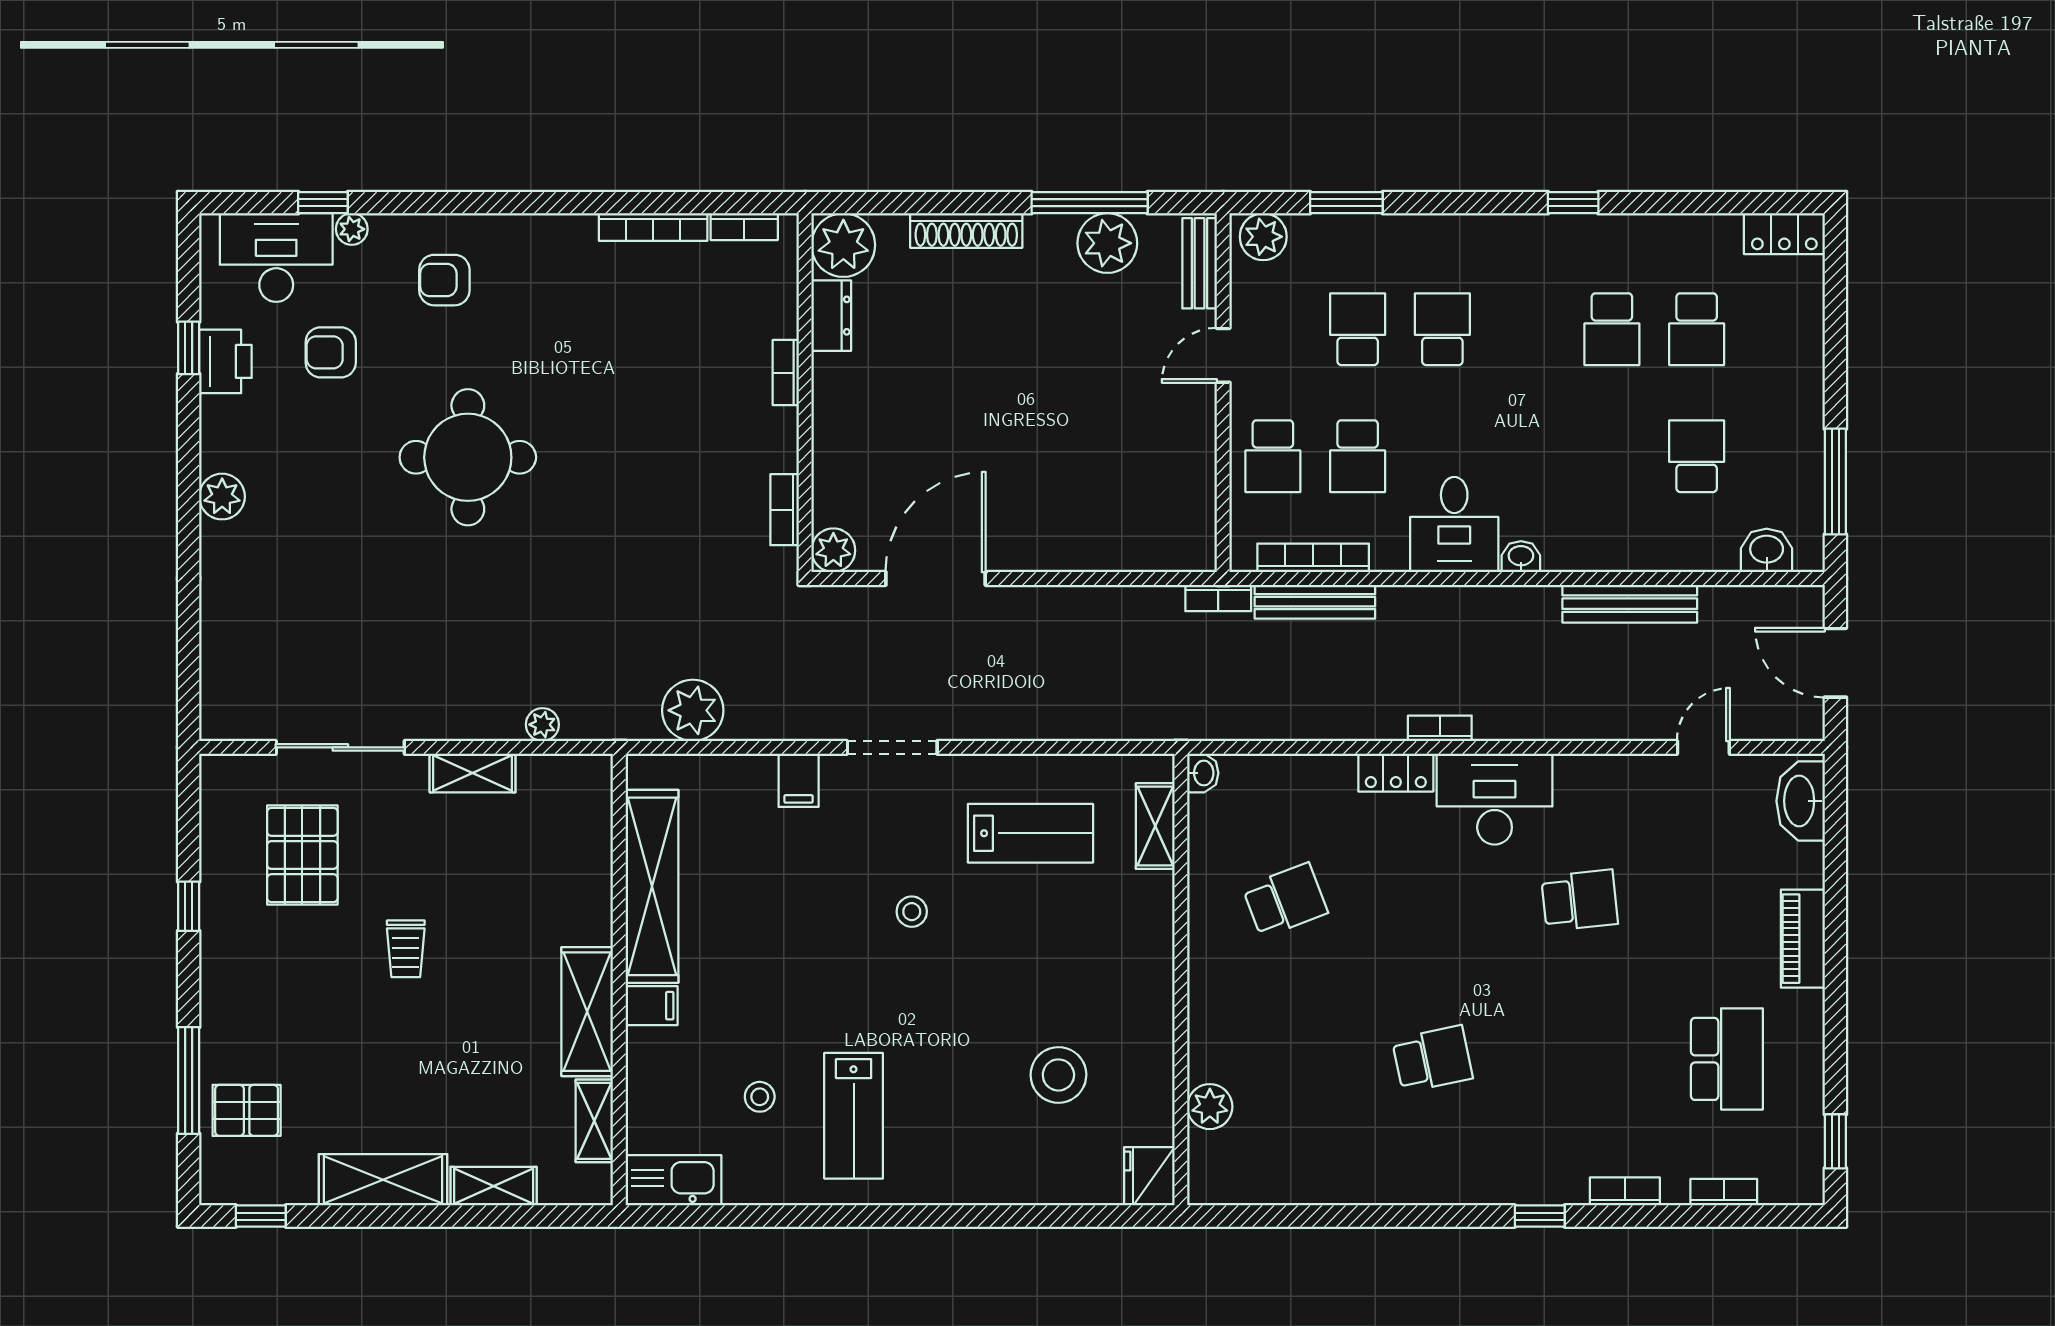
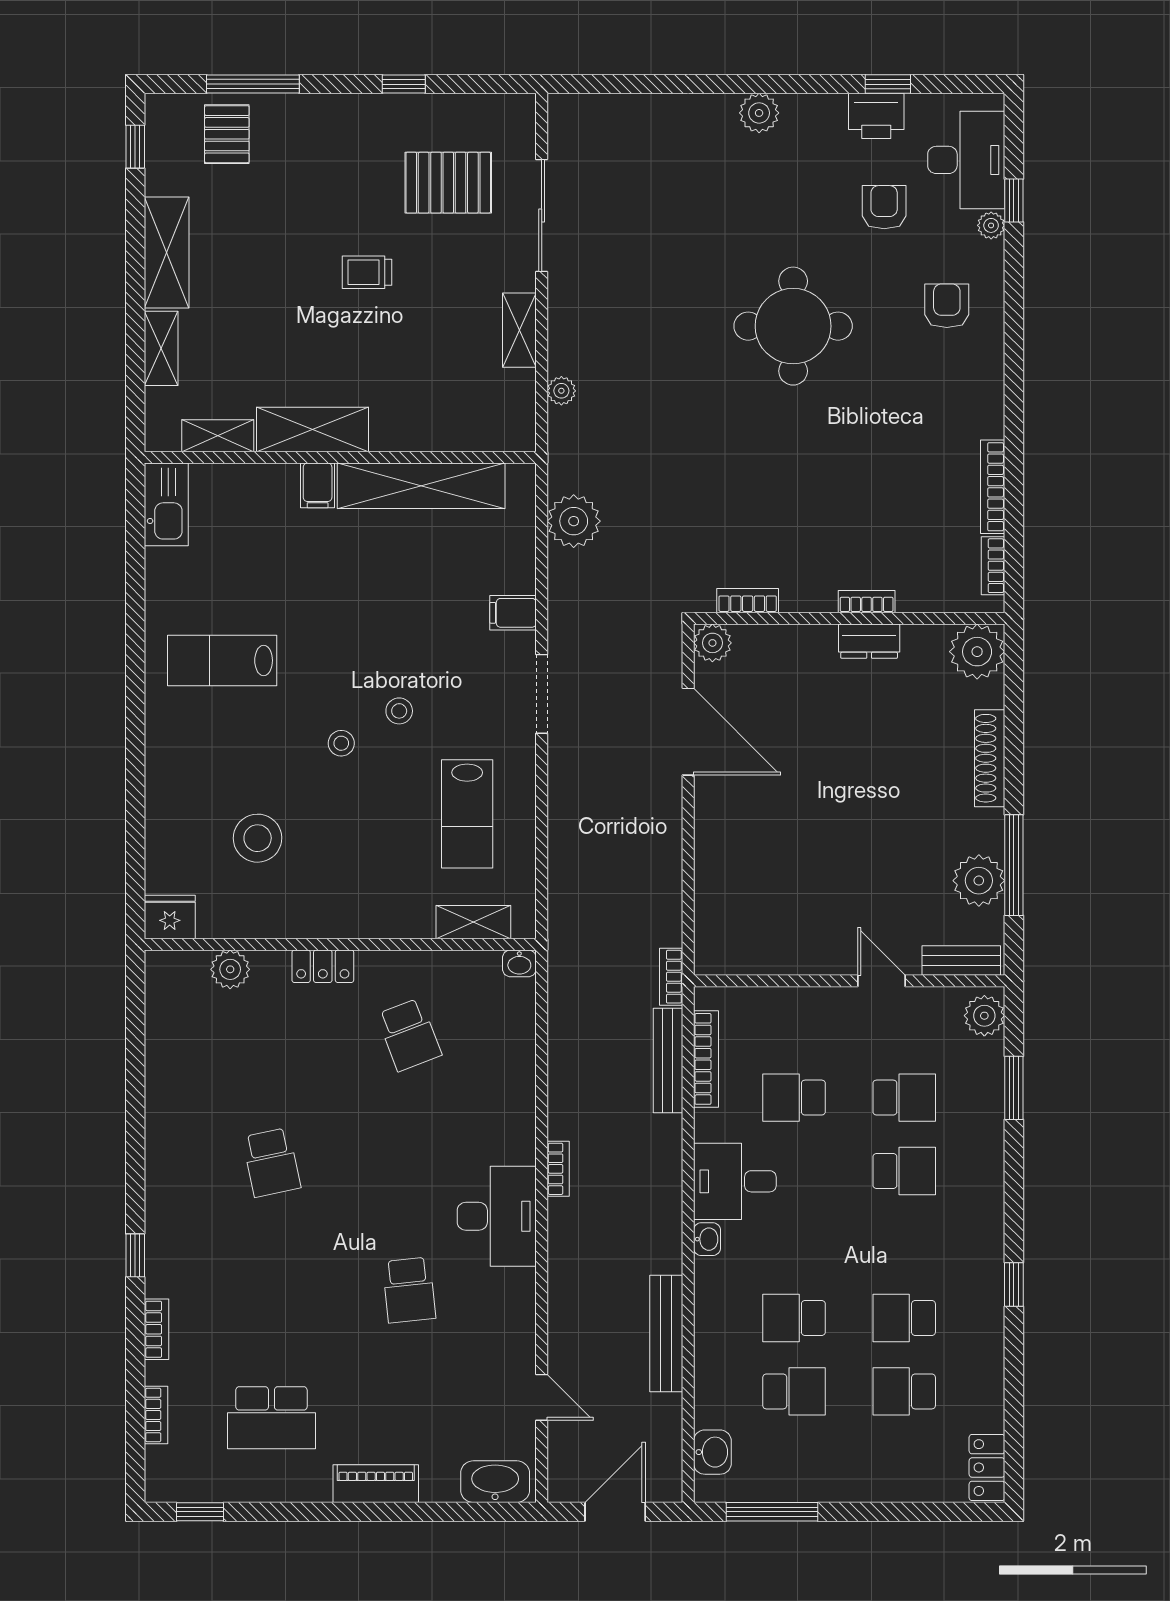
dresser: (831, 316) -> (869, 641), moved
school desk: (1273, 456) -> (794, 1318), moved
locker: (1396, 773) -> (323, 966), moved, turned -90
stool: (760, 1097) -> (341, 743), moved

